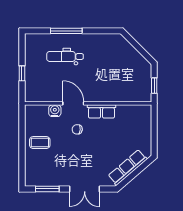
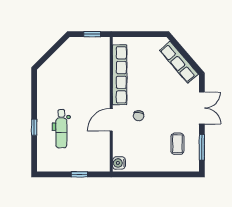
window: (66, 31) -> (34, 127), width x0.46
water cooler: (55, 111) -> (119, 163), moved
row of seats: (101, 111) -> (120, 75), width x2.02
coffee table: (40, 143) -> (177, 144), moved

